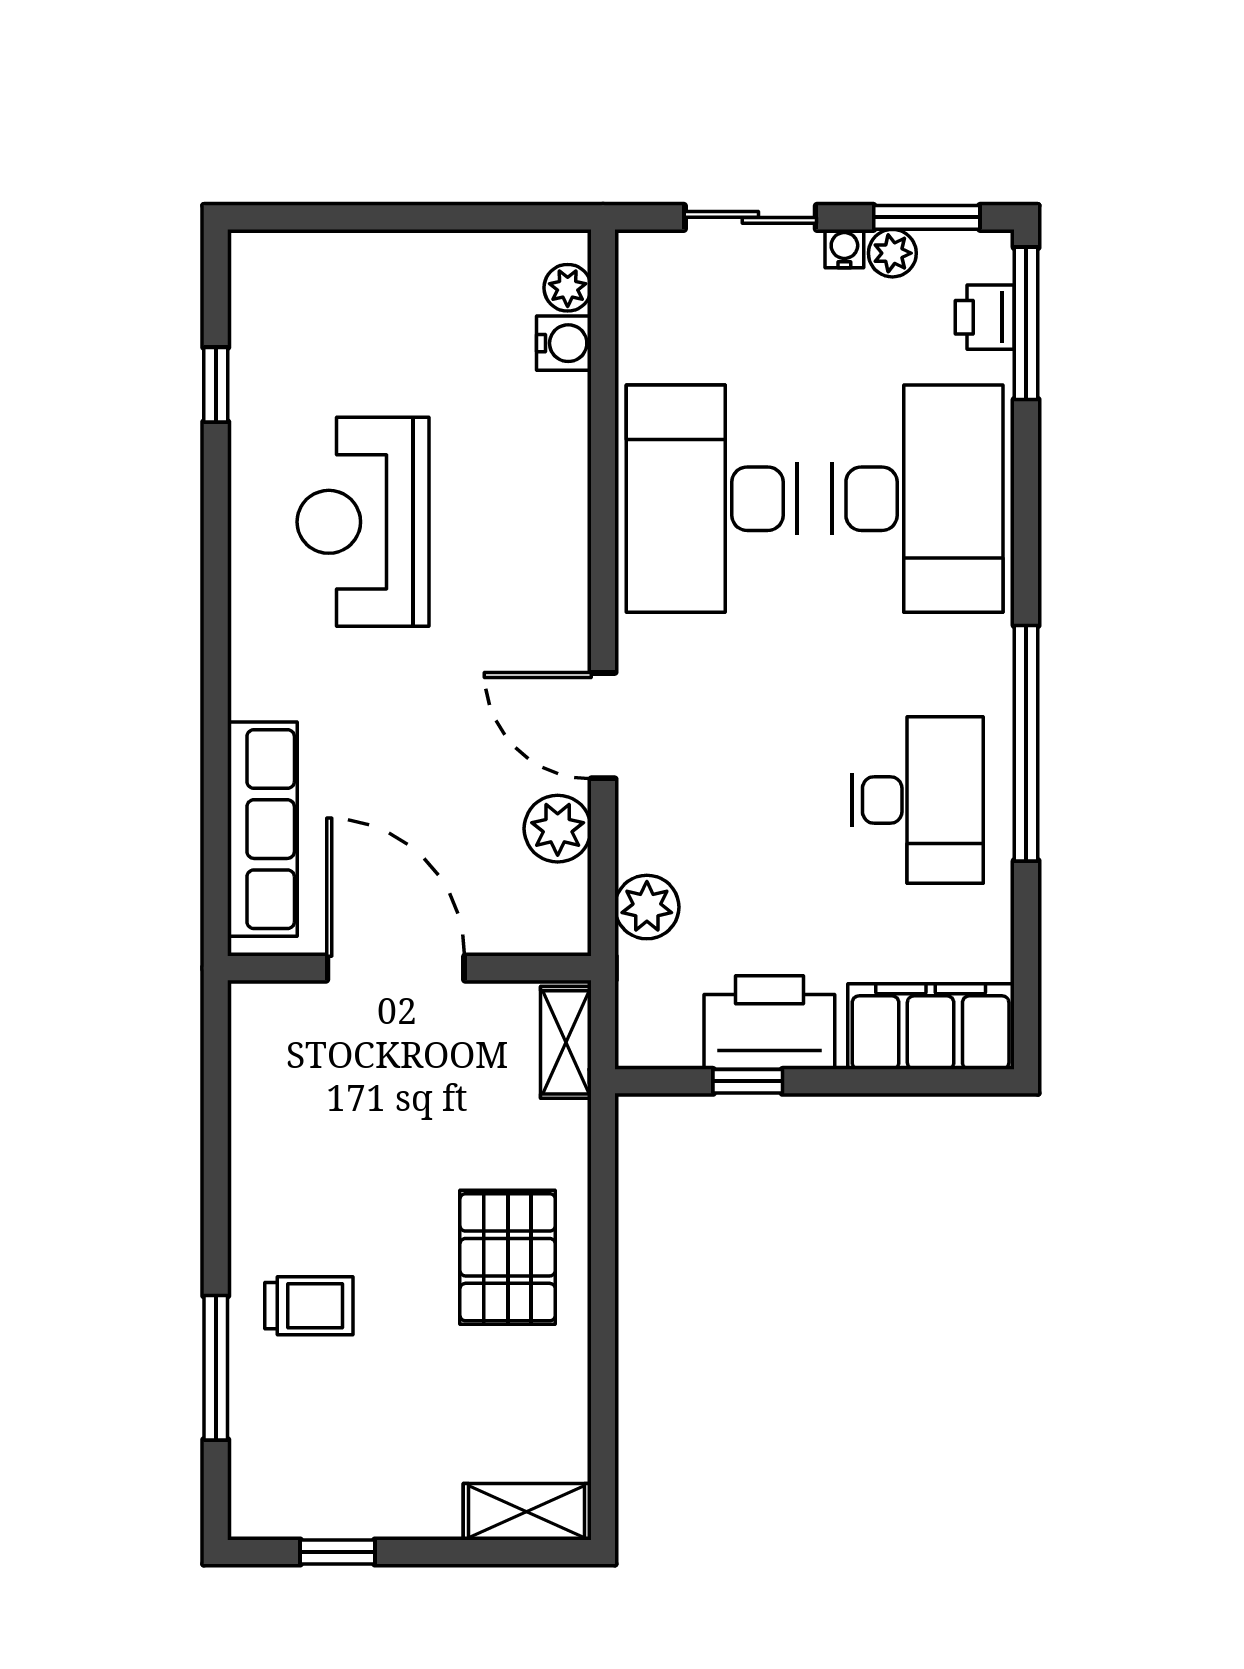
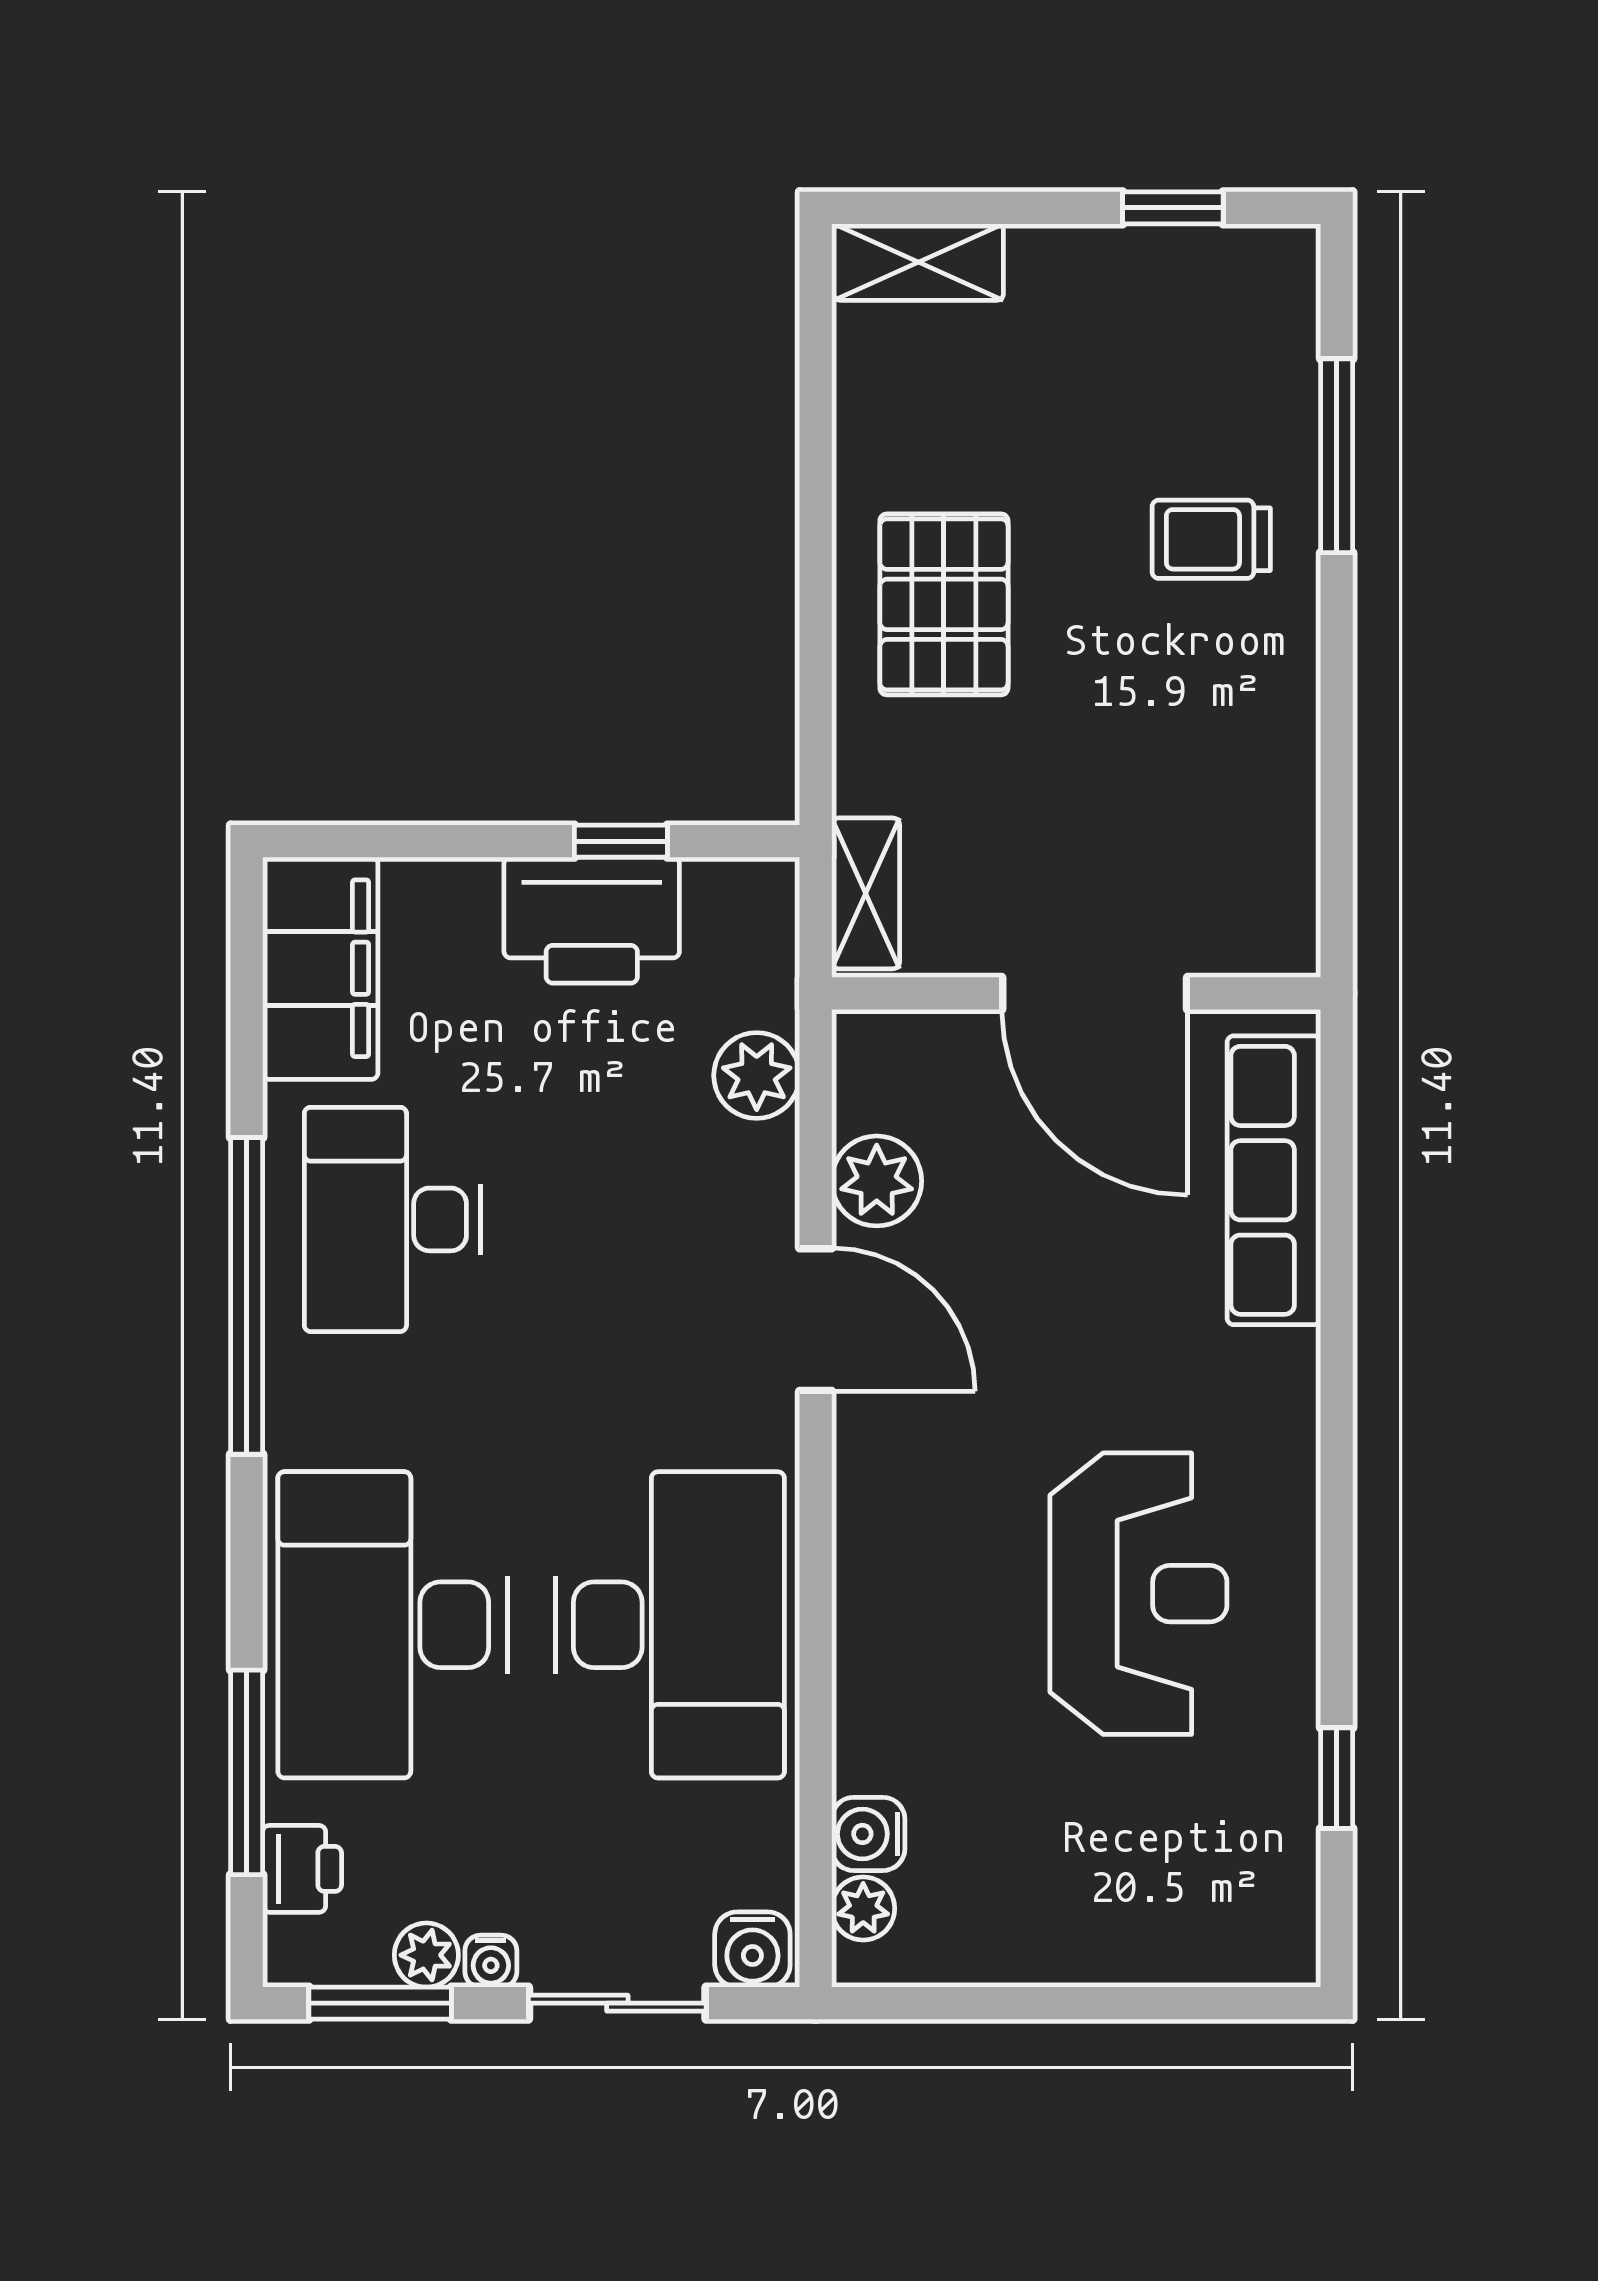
water cooler: (650, 257) -> (752, 1949), added
window: (1026, 323) -> (247, 1772), moved
filing cabinet: (931, 1027) -> (320, 968), moved, turned -90

